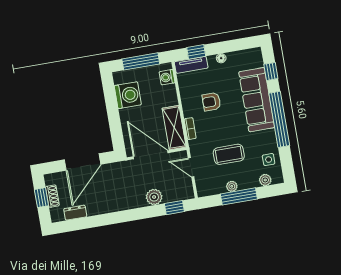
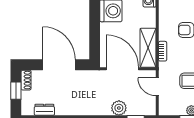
door: (83, 162) -> (59, 65), swing flipped
shoe rack: (52, 196) -> (26, 80), moved

